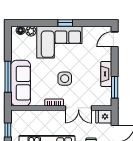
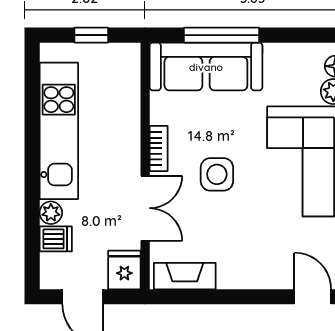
fireplace: (106, 74) -> (185, 276), moved
window: (115, 87) -> (196, 297), removed
double door: (79, 108) -> (145, 208), swing flipped

